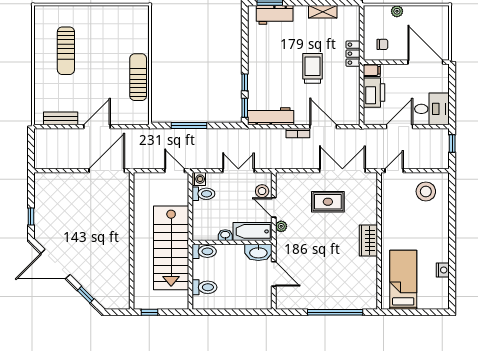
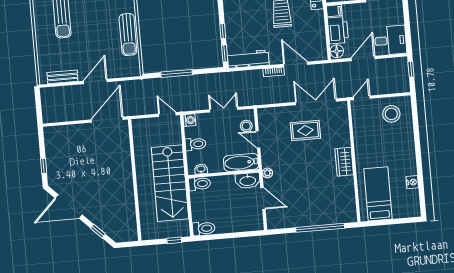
sun lounger: (138, 77) -> (128, 35), turned 180
floor lamp: (371, 116) -> (337, 51), added
toilet: (203, 194) -> (195, 144), moved
plant: (281, 226) -> (267, 173), moved
washbasin: (225, 235) -> (201, 169), moved
toilet: (204, 287) -> (204, 228), moved
window: (150, 312) -> (174, 240), moved

